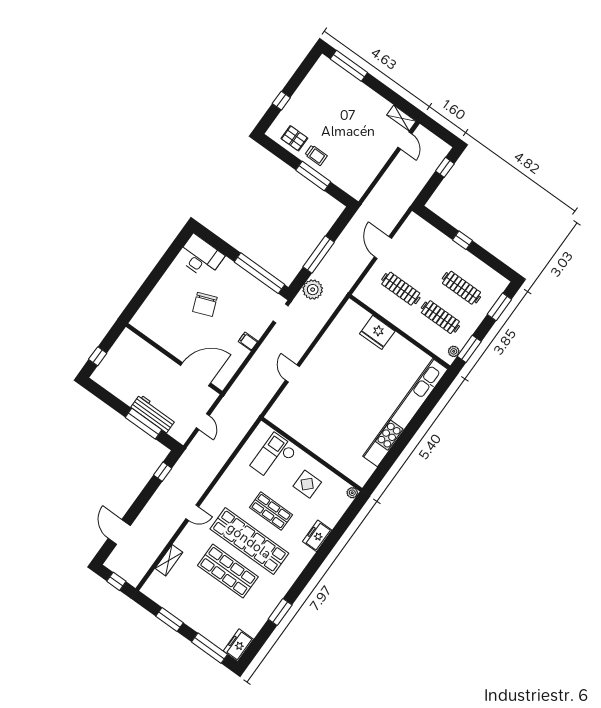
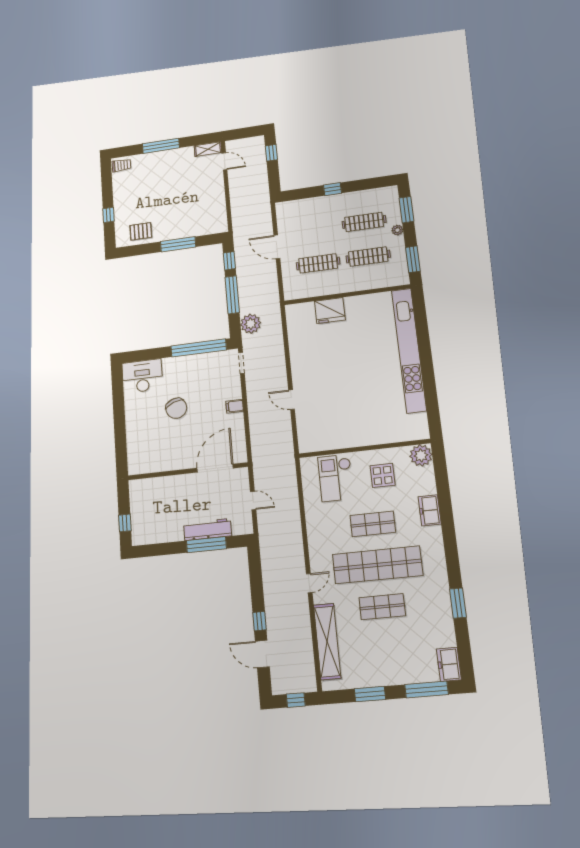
window: (349, 66) -> (161, 146), moved
trolley: (316, 155) -> (121, 165), moved
window: (339, 226) -> (229, 261), added
plant: (454, 351) -> (397, 230), moved
window: (163, 472) -> (259, 621), moved
plant: (352, 493) -> (421, 455), width x1.88, depth x1.88
shelving: (169, 560) -> (327, 641), width x2.20, depth x1.33
shop shelf: (228, 571) -> (382, 607), width x0.70, depth x0.74

